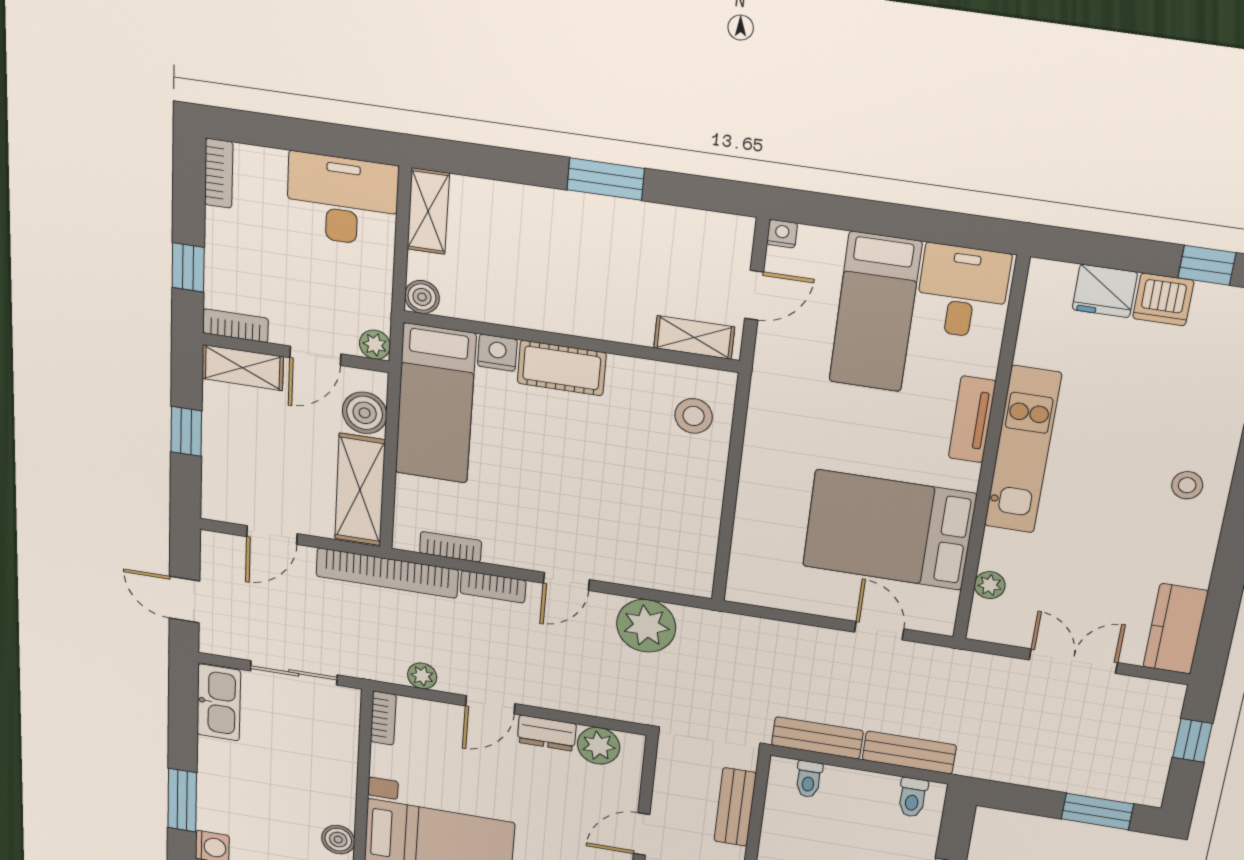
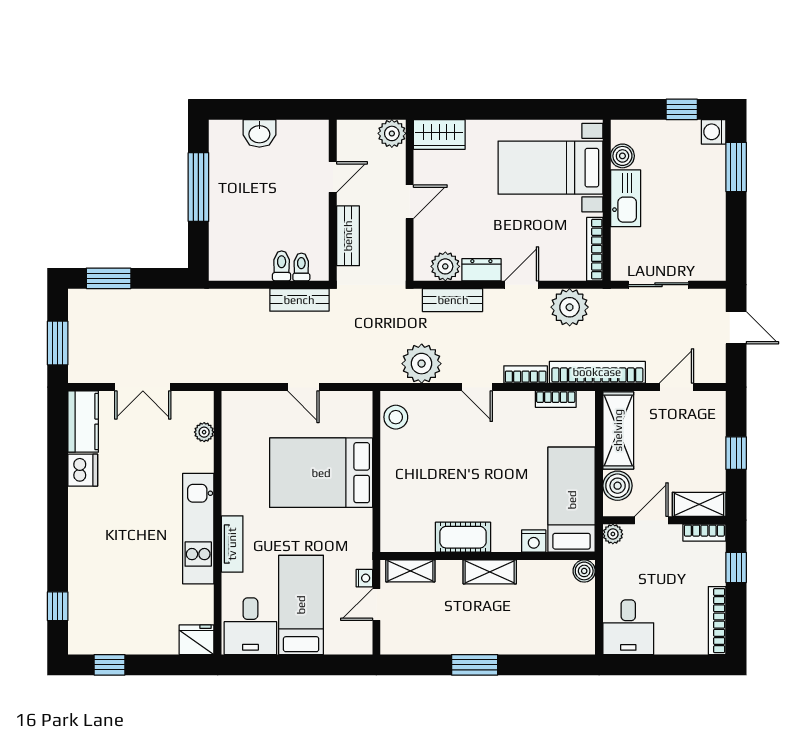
bookcase: (219, 173) -> (717, 621), width x1.56
desk: (342, 200) -> (628, 627), width x0.73
shelving: (428, 211) -> (490, 572), moved, turned 90
nightstand: (782, 234) -> (364, 578), moved, turned -90
fridge: (1105, 291) -> (197, 640), moved
dishwasher: (1163, 299) -> (83, 470), moved, turned 90
cot: (562, 368) -> (463, 537), moved
stool: (694, 416) -> (396, 417), moved
stool: (1187, 485) -> (94, 522), removed
bed: (889, 530) -> (321, 473), moved, turned 180
door: (566, 581) -> (477, 387), swing flipped
door: (879, 631) -> (303, 387), moved
plant: (422, 676) -> (570, 307), width x1.88, depth x1.88
kitchen sink: (219, 703) -> (626, 198), moved, turned 180
bookcase: (383, 718) -> (595, 249), width x1.56
window: (1192, 740) -> (58, 343), width x1.50
bench: (909, 752) -> (453, 300), moved
toilet: (912, 797) -> (282, 266), moved

